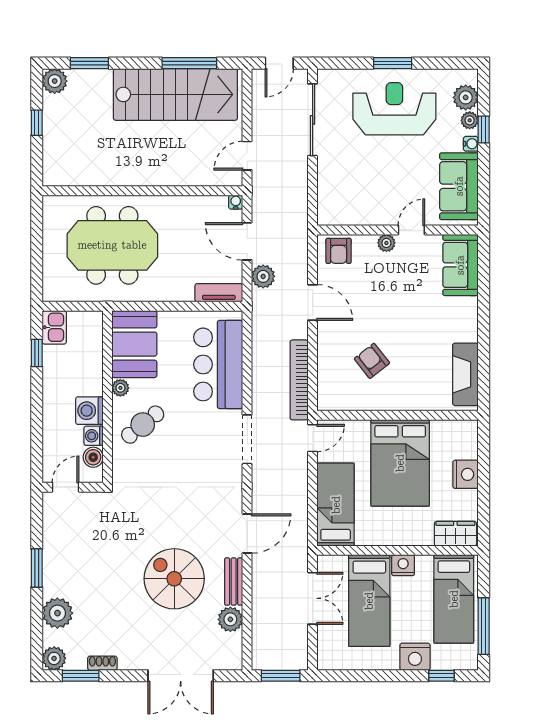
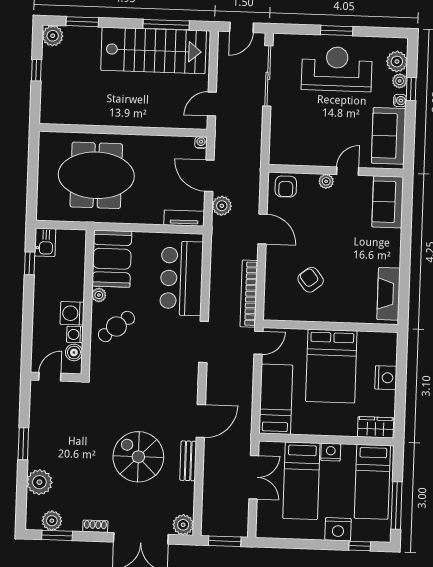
plant: (230, 619) -> (183, 525), moved
plant: (54, 658) -> (52, 521), moved
shoe rack: (102, 663) -> (95, 526), moved

